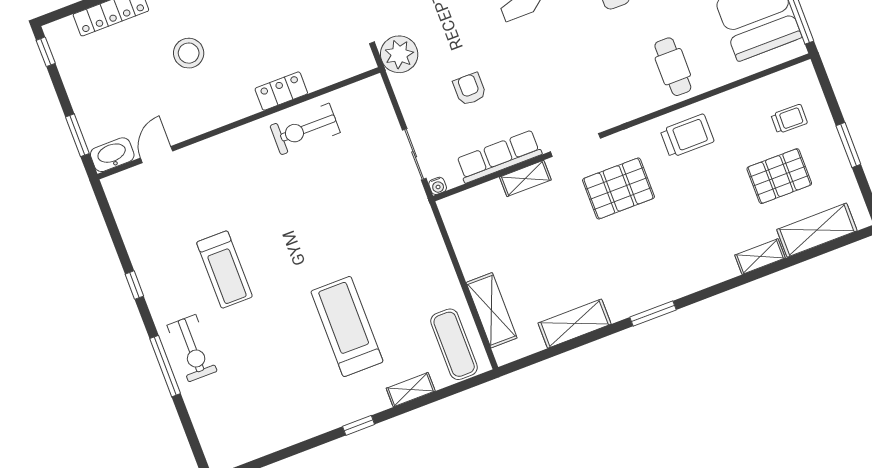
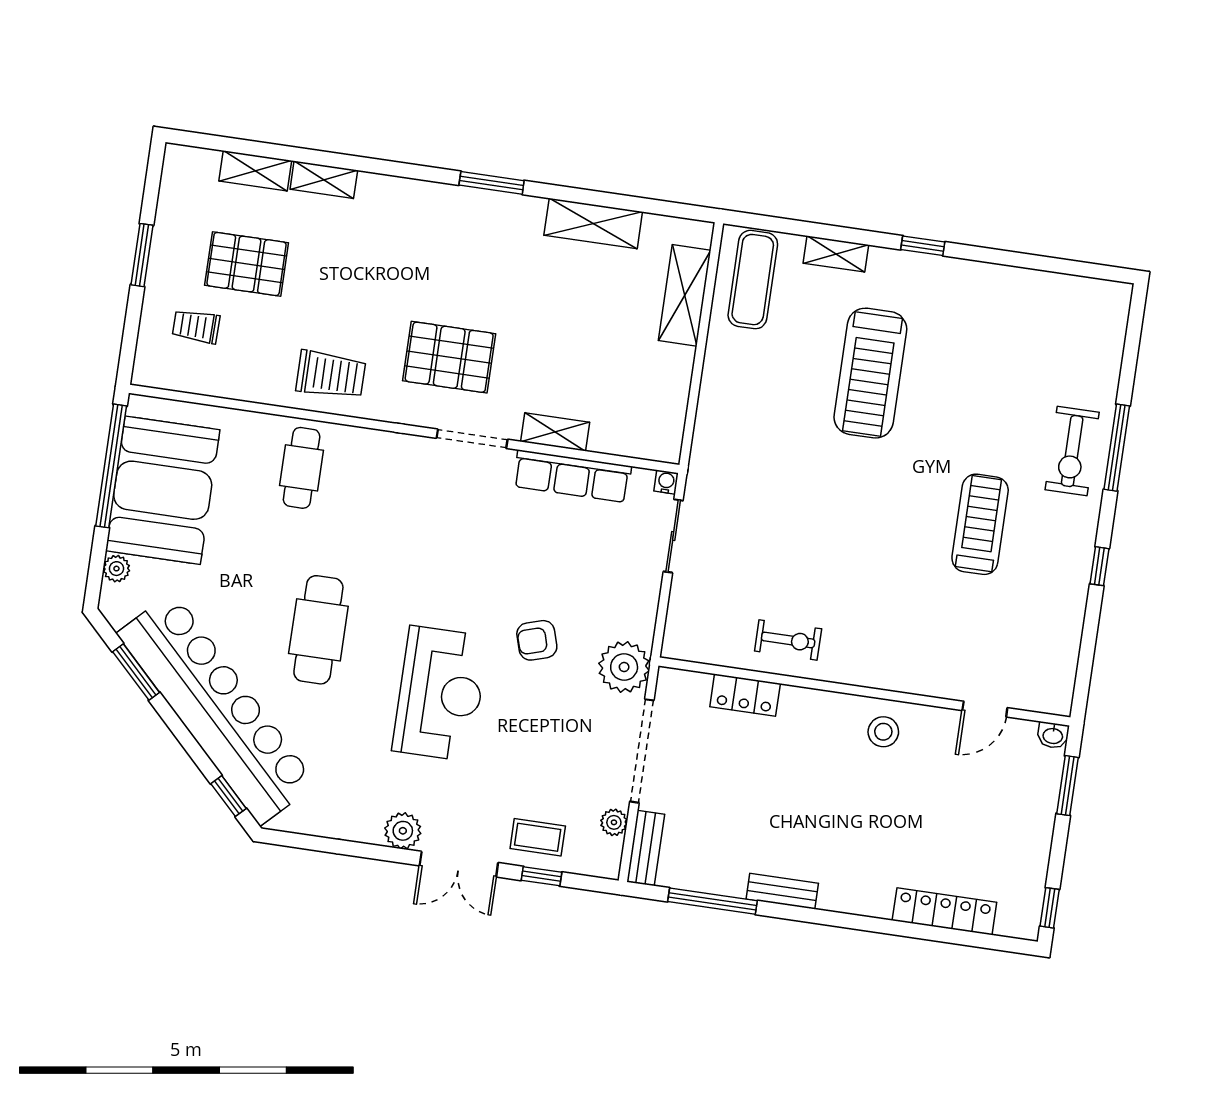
stool: (189, 53) -> (883, 732), moved, width x0.73, depth x0.73
armchair: (470, 89) -> (537, 640), moved, turned 73
locker: (281, 91) -> (745, 695), moved
exercise bike: (305, 129) -> (788, 640), width x0.73, depth x0.72
trolley: (687, 136) -> (331, 375), turned 180
washbasin: (112, 155) -> (1053, 735), width x0.52, depth x0.69
shelving: (817, 230) -> (255, 171), width x0.67, depth x0.75
exercise bike: (192, 348) -> (1072, 451), turned 180

